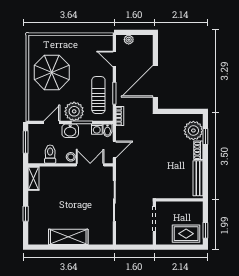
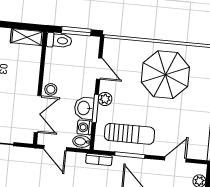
plant: (74, 111) -> (105, 99), width x0.53, depth x0.53
washbasin: (70, 131) -> (84, 108), moved
toilet: (50, 154) -> (59, 40), moved

